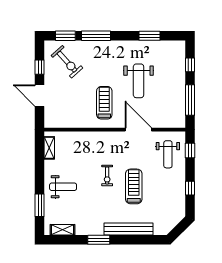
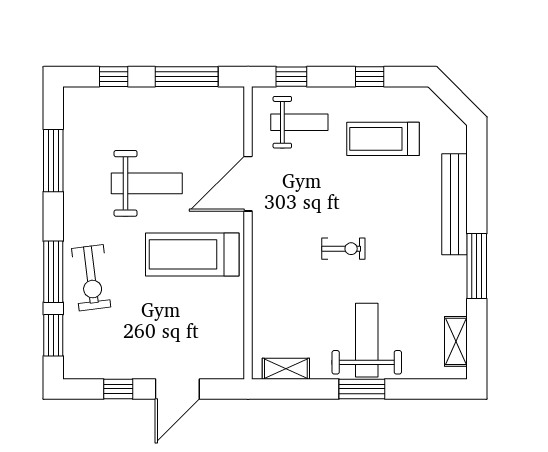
window: (150, 36) -> (53, 161), width x1.44
exercise bike: (67, 62) -> (91, 278), moved, turned 125
treadmill: (104, 103) -> (192, 254), width x1.37, depth x1.38
treadmill: (134, 186) -> (383, 139), moved
weight bench: (63, 187) -> (367, 340), width x1.36, depth x1.33
window: (40, 205) -> (362, 389), moved
window: (99, 240) -> (477, 266), width x1.44

